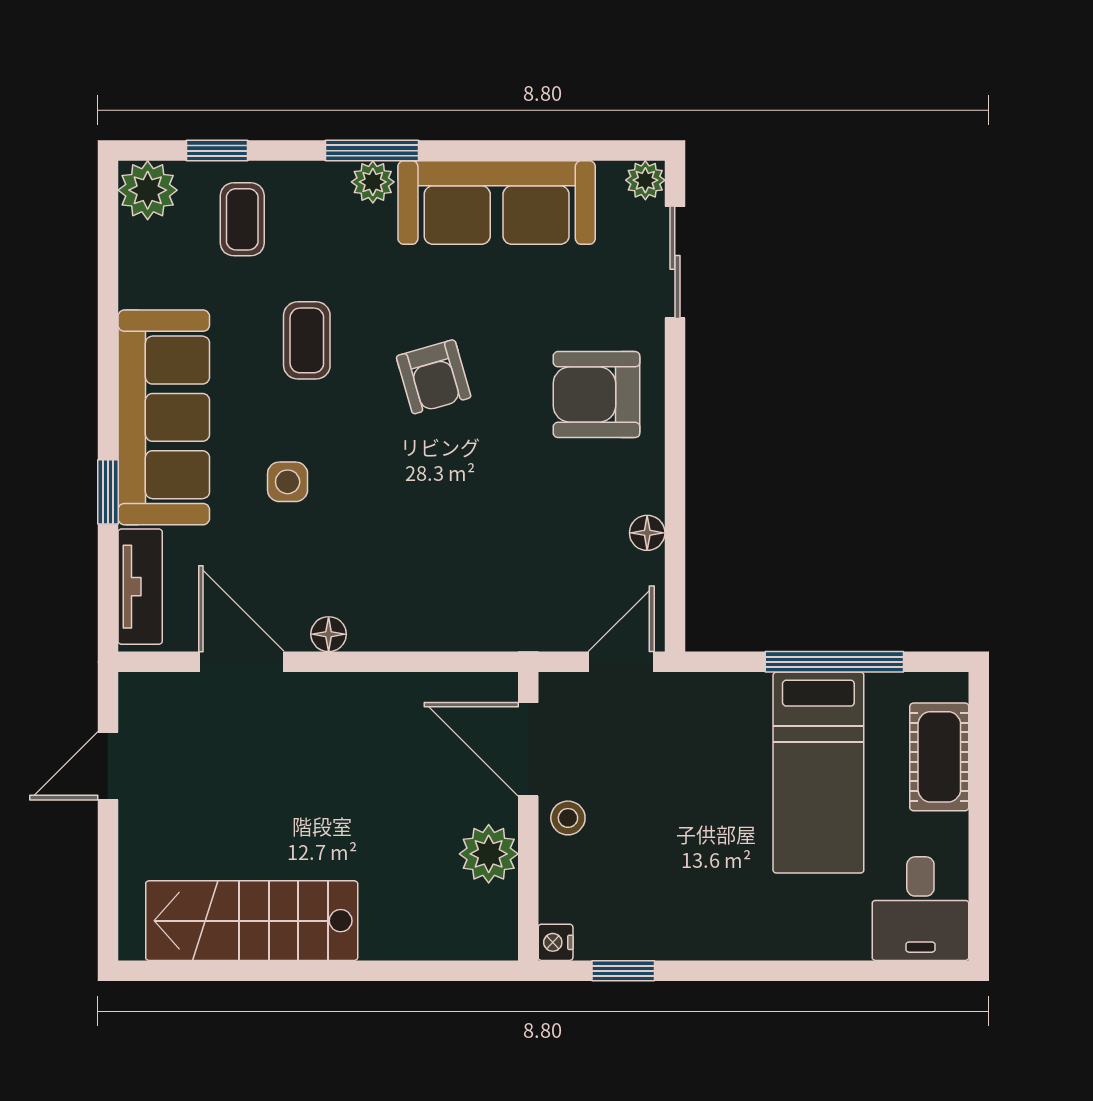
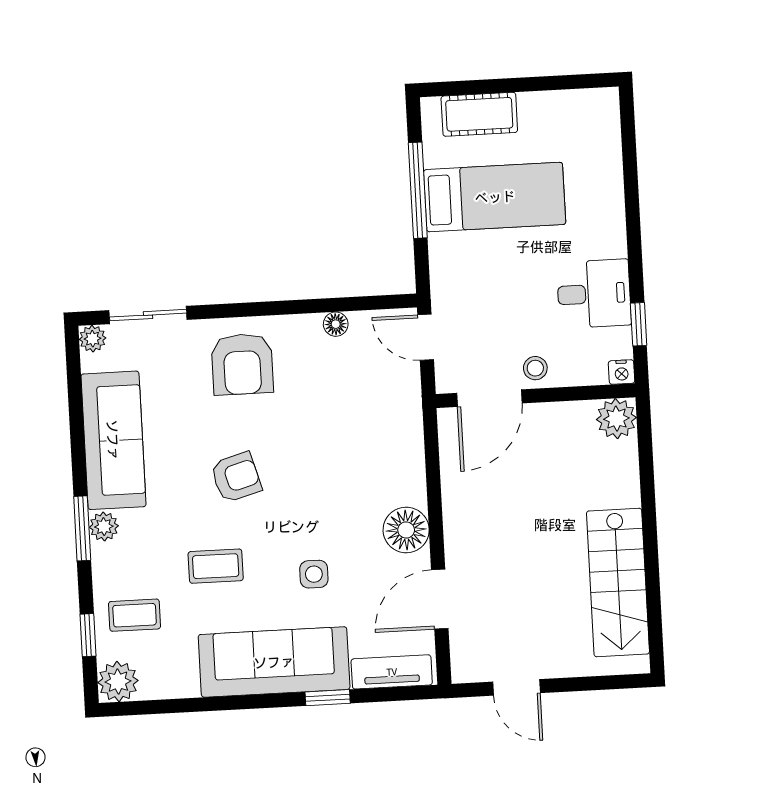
floor lamp: (329, 634) -> (406, 530), width x1.89, depth x1.89
plant: (489, 854) -> (616, 419), moved
desk: (920, 909) -> (594, 294), moved

